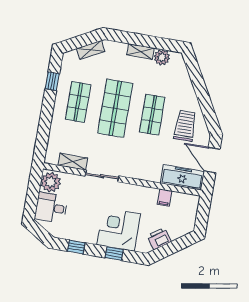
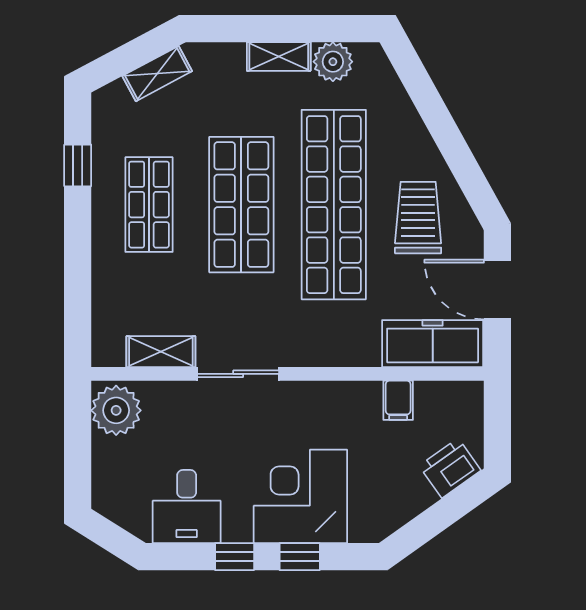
shop shelf: (152, 115) -> (334, 205), width x2.00, depth x1.36
desk: (51, 208) -> (187, 507), moved, turned -90
printer: (159, 239) -> (450, 468), moved
window: (76, 247) -> (235, 557), moved

